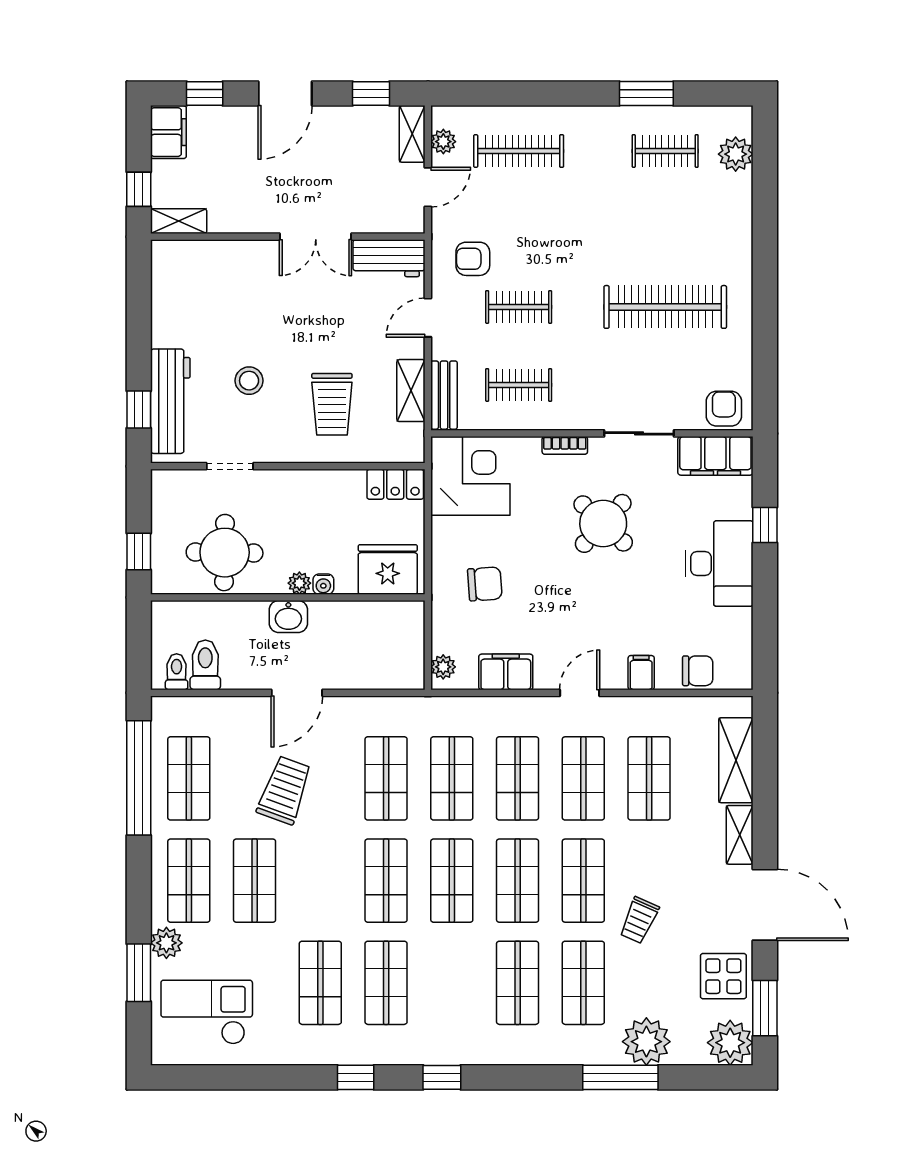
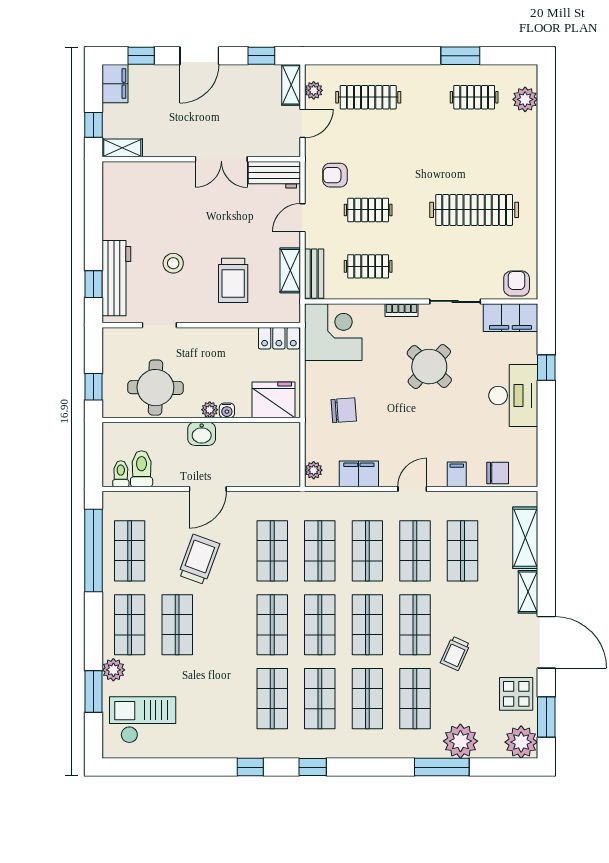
shop shelf: (320, 983) -> (320, 699), moved

